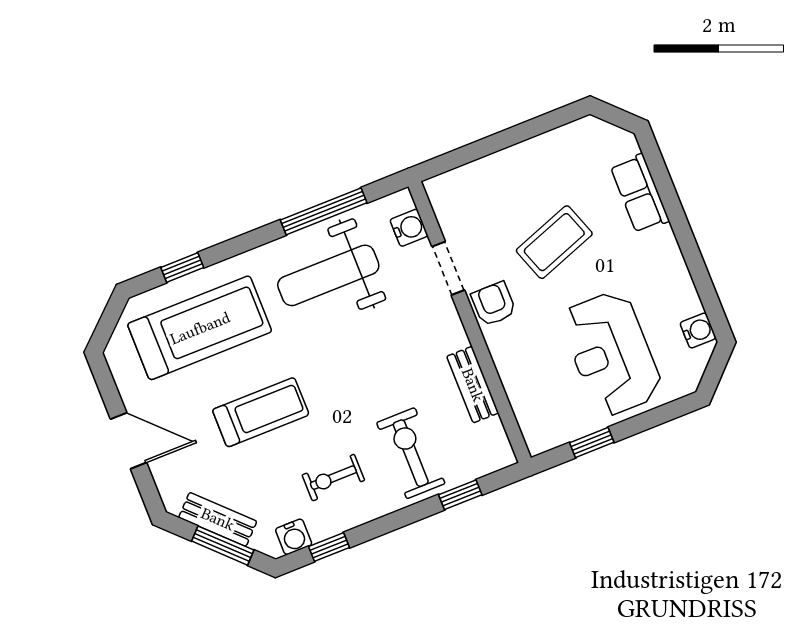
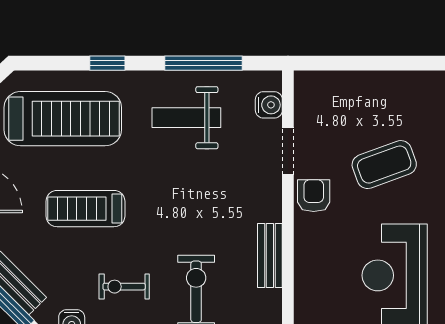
window: (182, 267) -> (107, 63), moved
weight bench: (328, 275) -> (186, 118), width x0.73, depth x0.75
treadmill: (261, 412) -> (85, 209), turned 180

